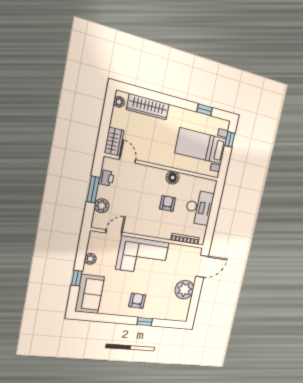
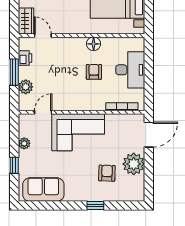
sofa: (90, 294) -> (43, 190), moved, turned -90
armchair: (137, 301) -> (107, 173), moved

